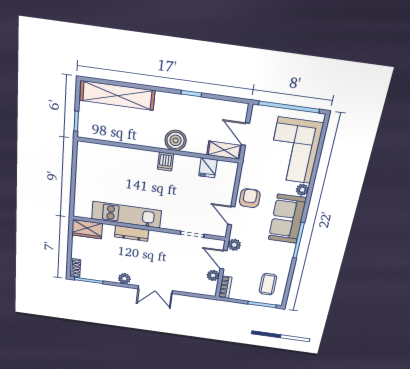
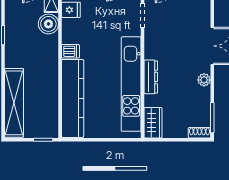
boiler: (176, 140) -> (48, 24), moved
kitchen counter: (117, 157) -> (73, 98), added
kitchen unit: (126, 215) -> (131, 84), width x1.36

